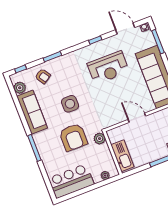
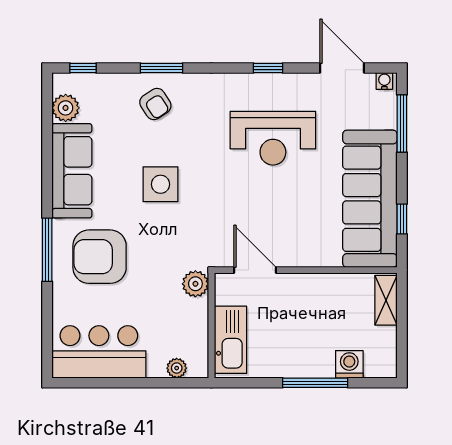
armchair: (43, 76) -> (155, 104), moved
door: (137, 118) -> (255, 270), moved
armchair: (73, 137) -> (100, 257), moved, turned 90

